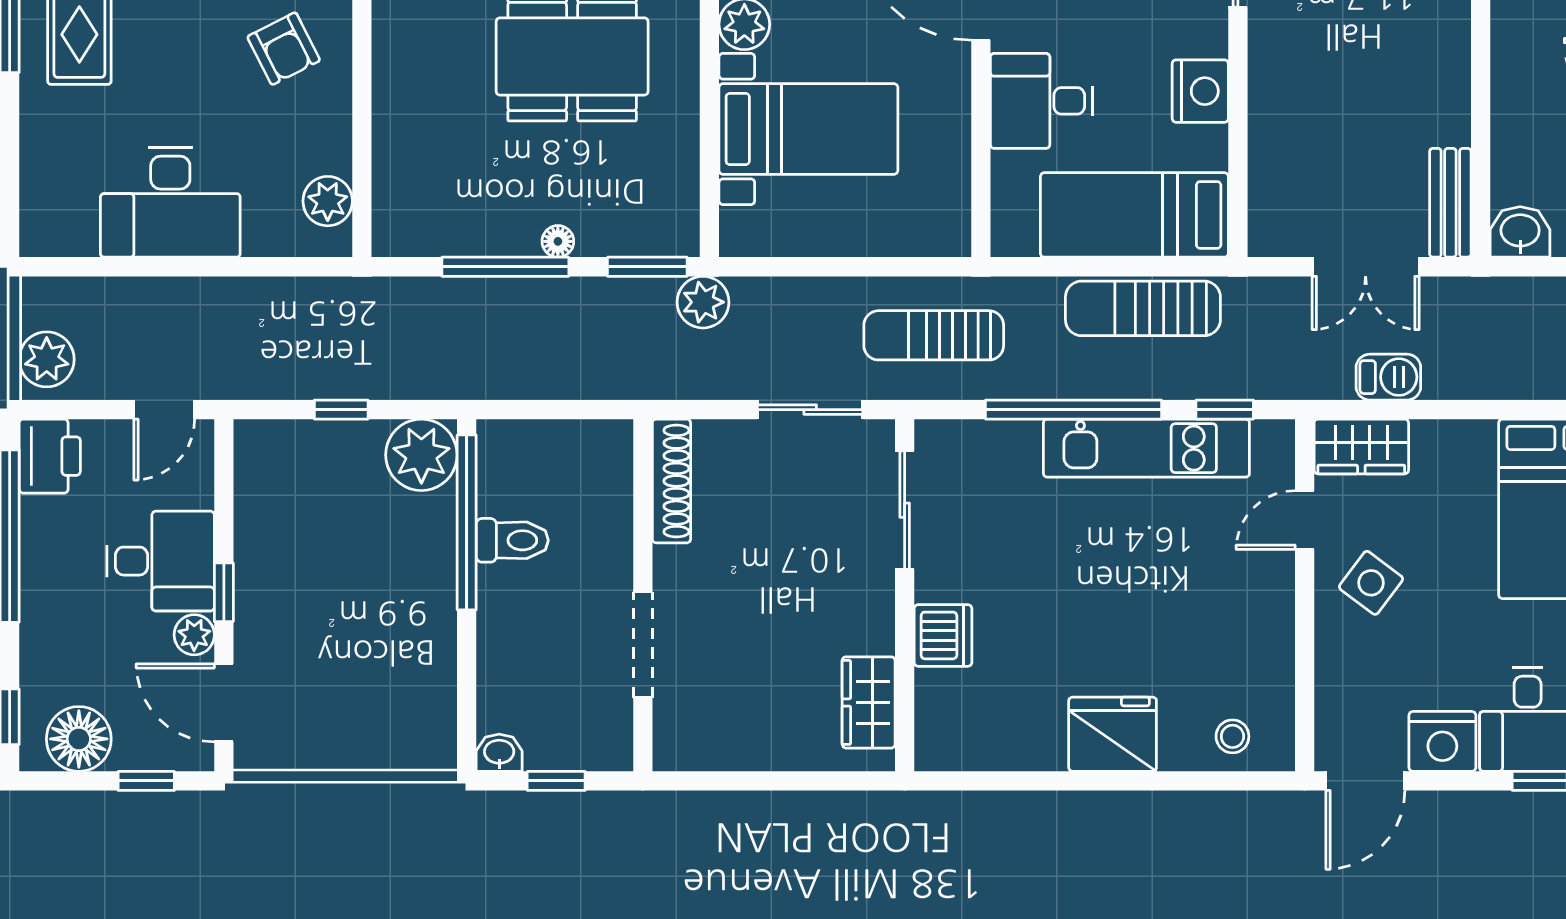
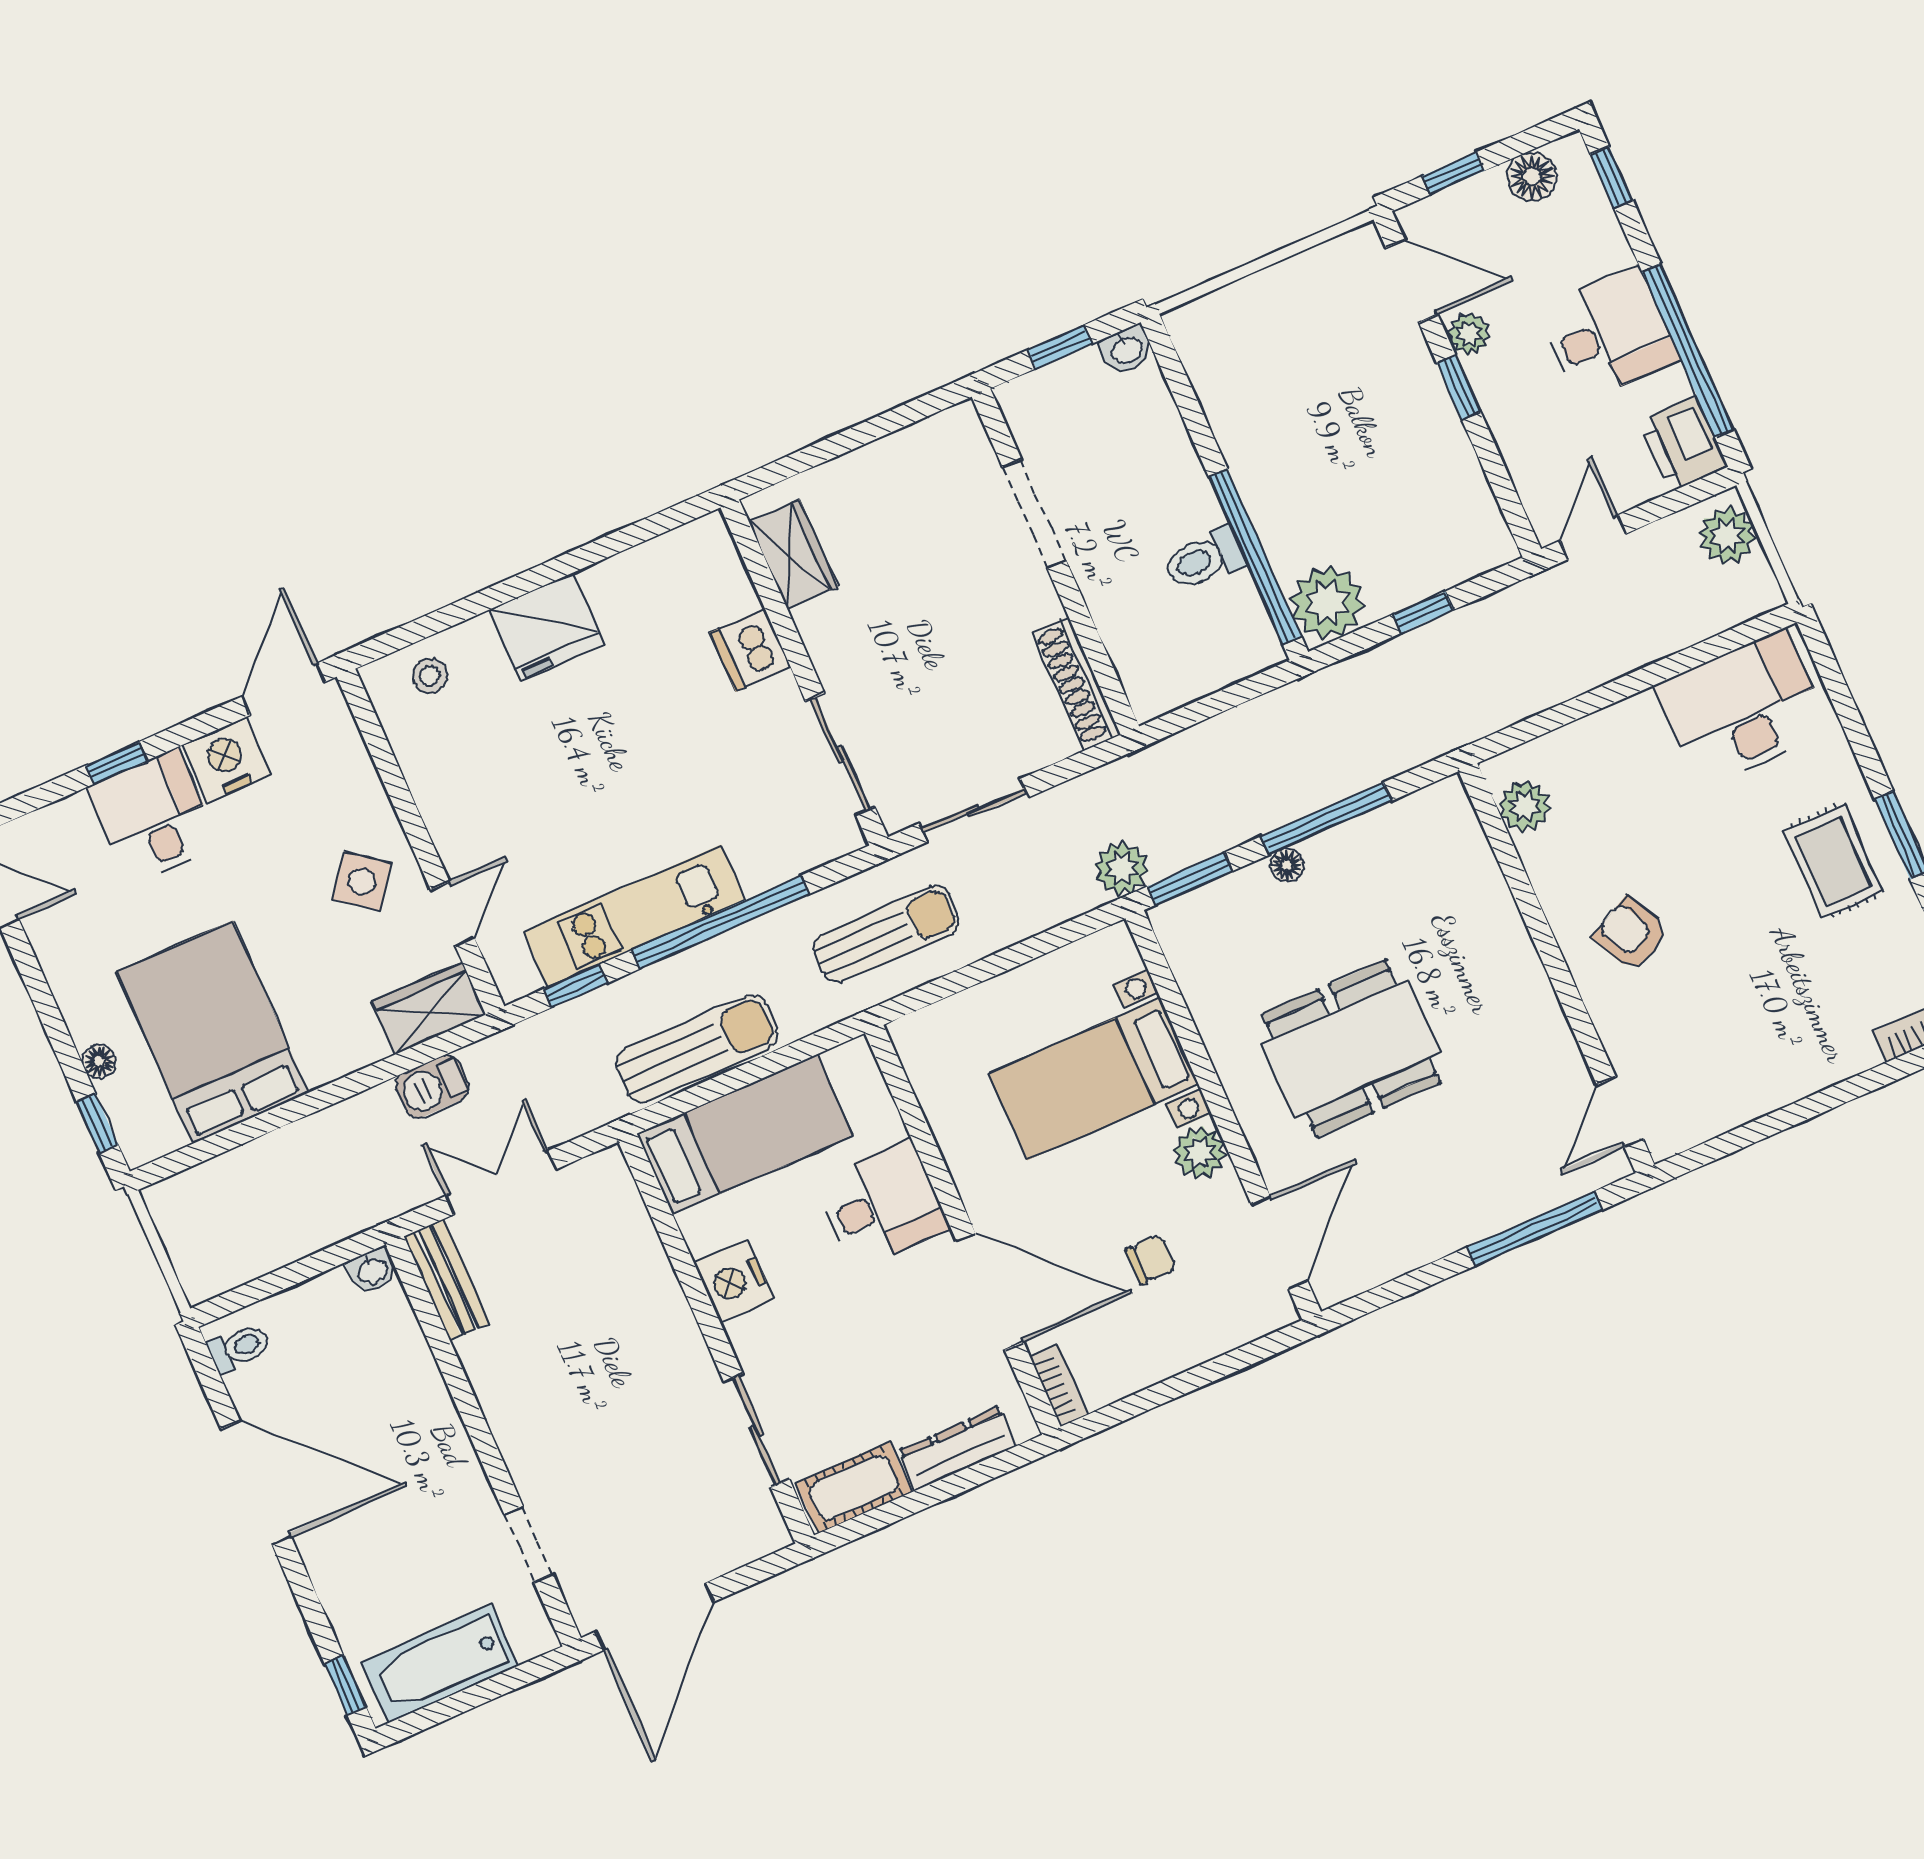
desk: (170, 202) -> (1743, 709), moved
washbasin: (1520, 232) -> (372, 1270), width x0.72, depth x0.69
desk: (161, 561) -> (1608, 334), moved, turned 180
floor lamp: (79, 739) -> (1532, 177), width x0.73, depth x0.73

